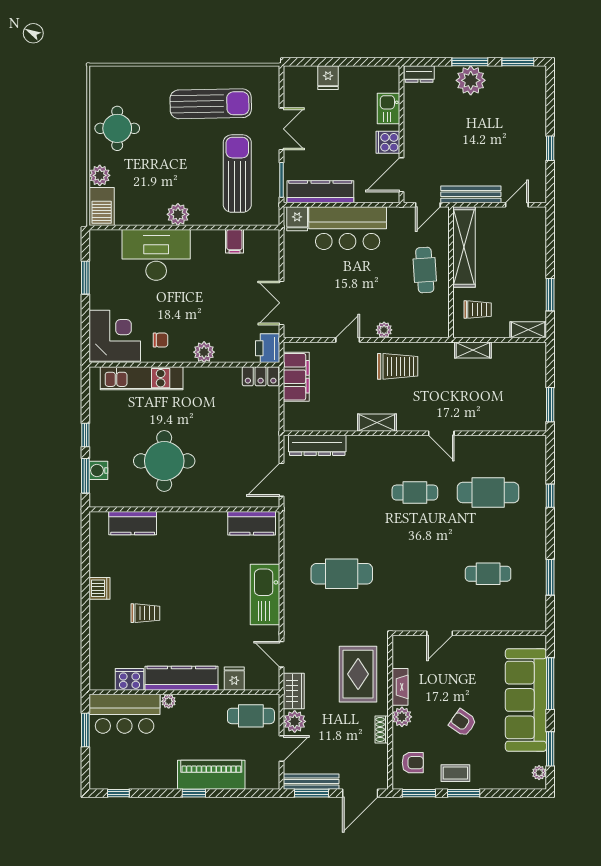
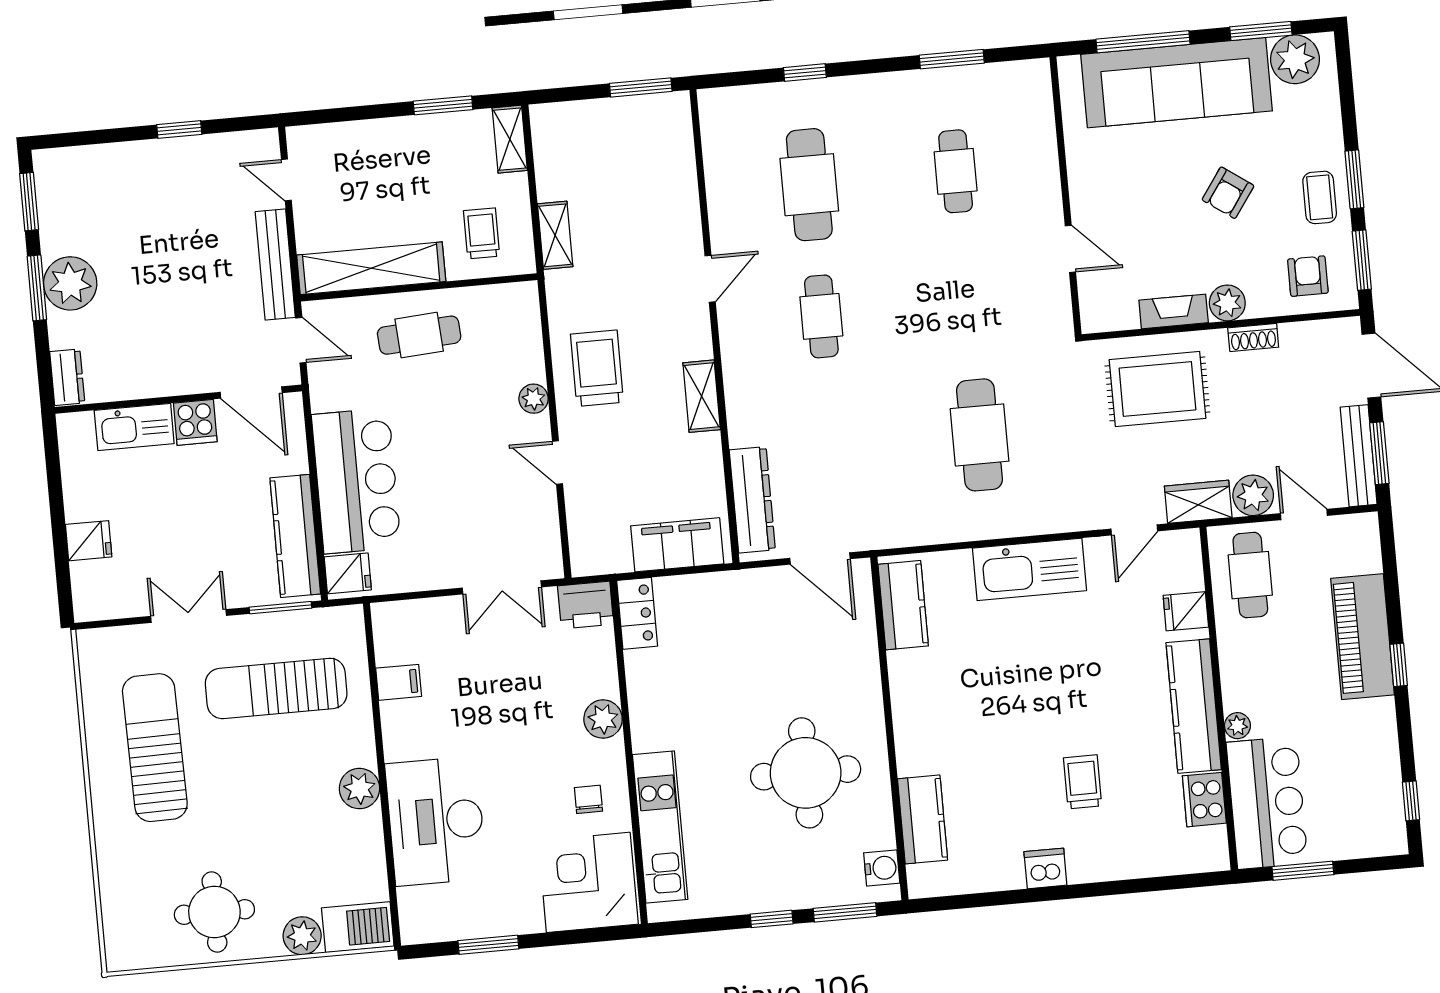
kitchen sink: (388, 108) -> (134, 427), width x1.38
filing cabinet: (296, 377) -> (677, 545), moved
water cooler: (98, 470) -> (882, 868), moved, turned -90
plant: (539, 773) -> (1295, 59), width x1.87, depth x1.87

